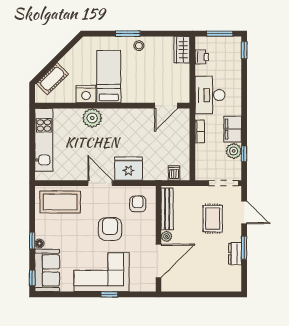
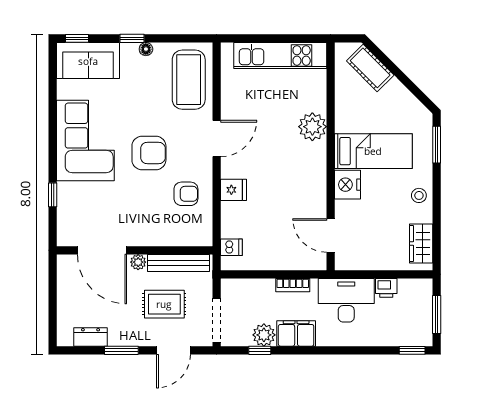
window: (128, 34) -> (437, 145), moved
wardrobe: (182, 50) -> (421, 244), moved, turned -90
printer: (202, 57) -> (386, 288), moved
nightstand: (86, 94) -> (348, 185), moved
fridge: (129, 169) -> (233, 190), width x0.53, depth x0.75
bench: (167, 209) -> (179, 263), moved
plant: (167, 236) -> (138, 262), moved
wall: (158, 239) -> (135, 250), moved
floor lamp: (39, 243) -> (146, 49), moved
dresser: (235, 254) -> (91, 337), moved
door: (158, 261) -> (102, 250), moved
window: (109, 294) -> (53, 195), moved

